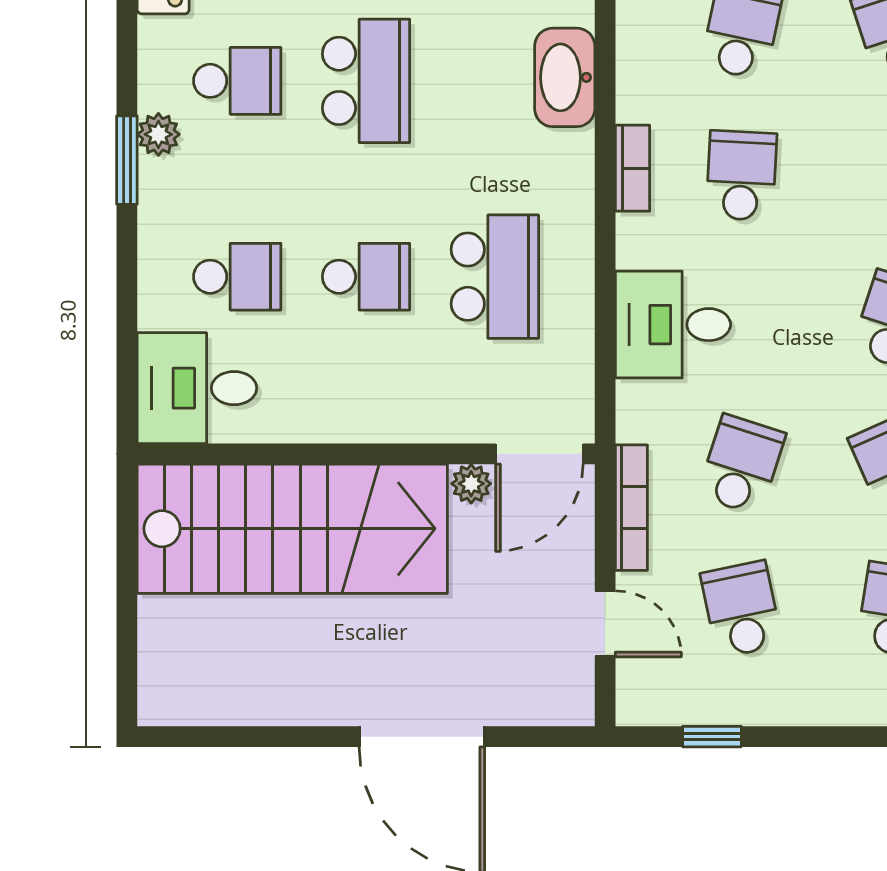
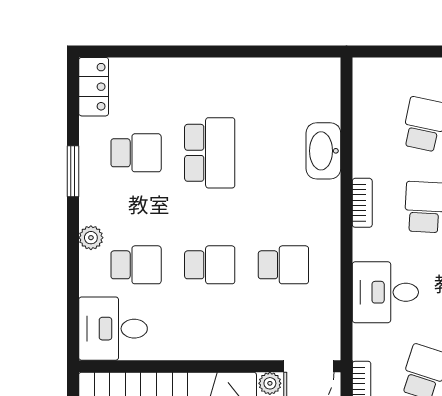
plant: (158, 134) -> (91, 238), moved
window: (127, 160) -> (73, 171), moved
school desk: (495, 277) -> (283, 265), width x0.54

